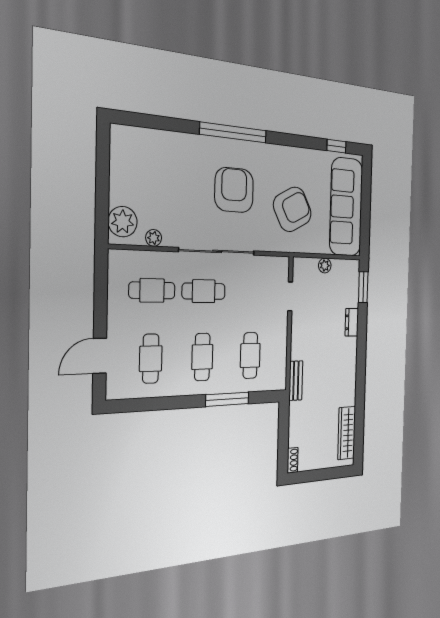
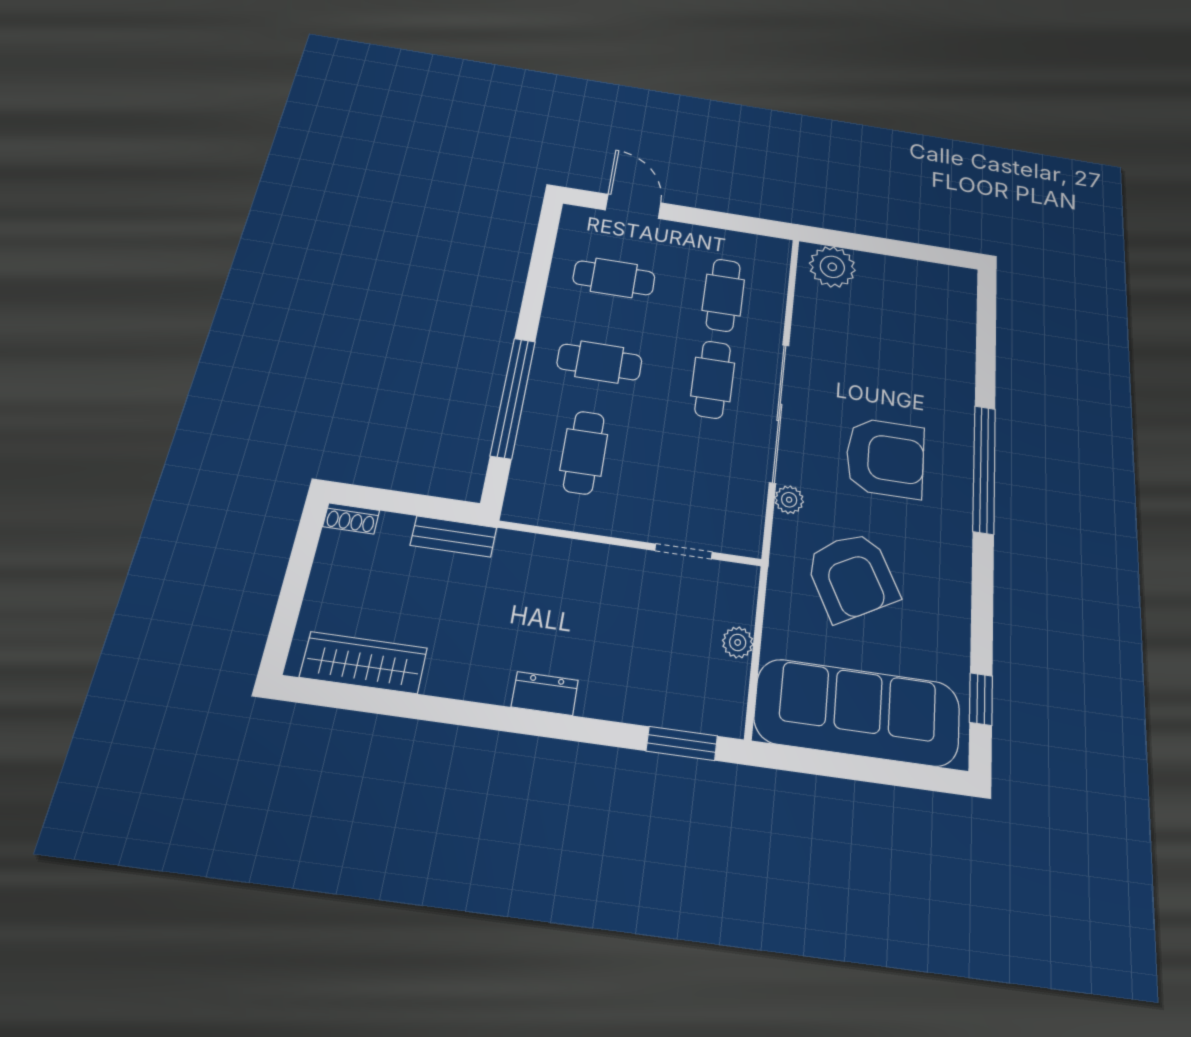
plant: (154, 238) -> (789, 500), moved
dresser: (352, 322) -> (545, 694), moved
cafe table: (250, 355) -> (584, 452), turned 90
bench: (296, 381) -> (454, 536), moved
window: (227, 399) -> (513, 398), width x1.46

